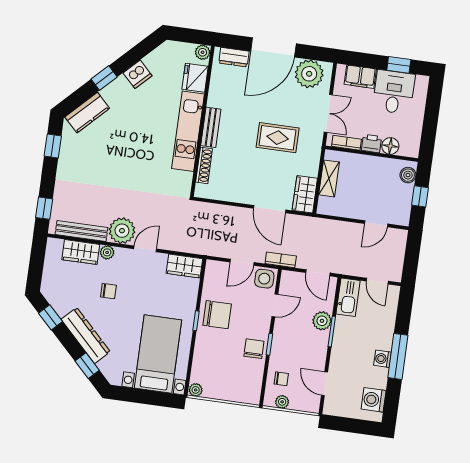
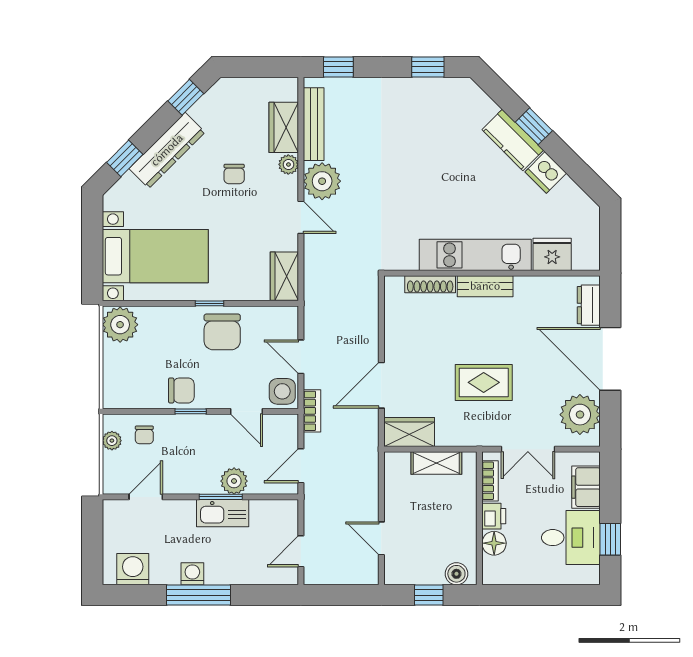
plant: (203, 52) -> (589, 260), removed
kitchen counter: (87, 113) -> (513, 140), moved
rug: (278, 138) -> (484, 382), turned 90
kitchen sink: (348, 297) -> (223, 513), moved
plant: (196, 390) -> (120, 325), width x1.88, depth x1.88

